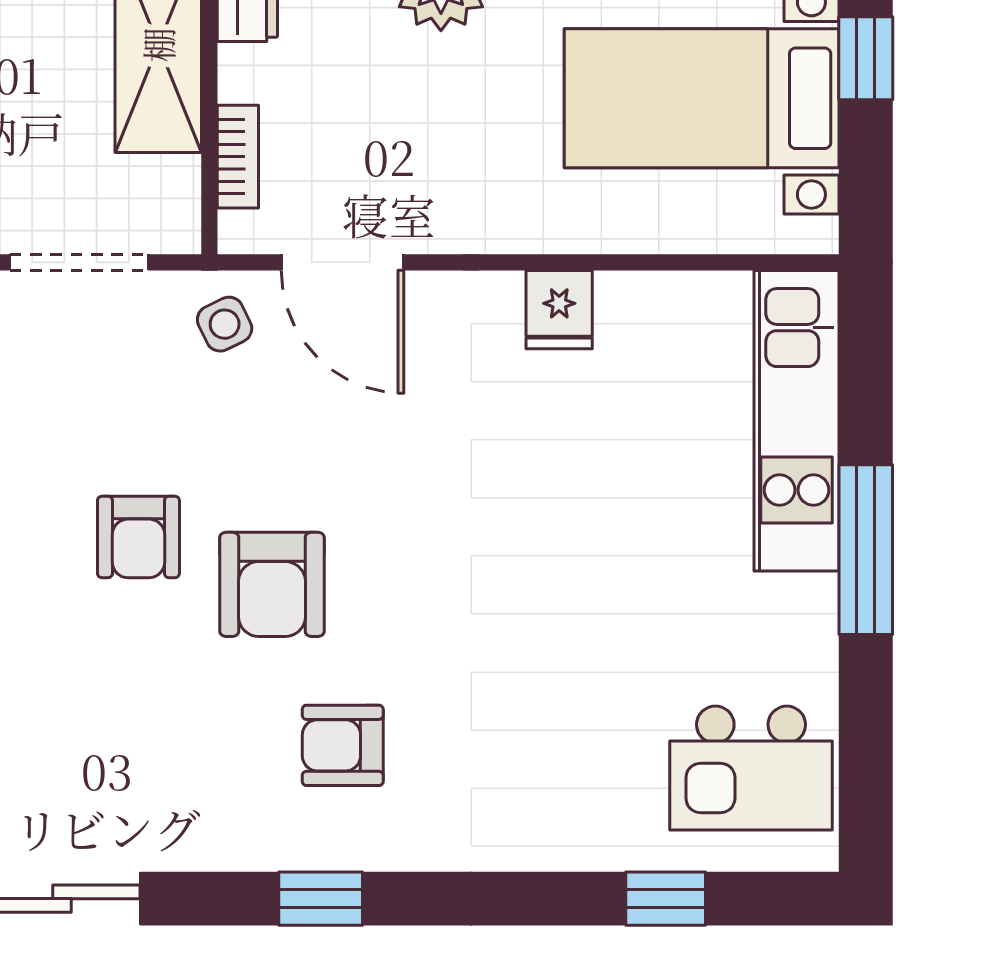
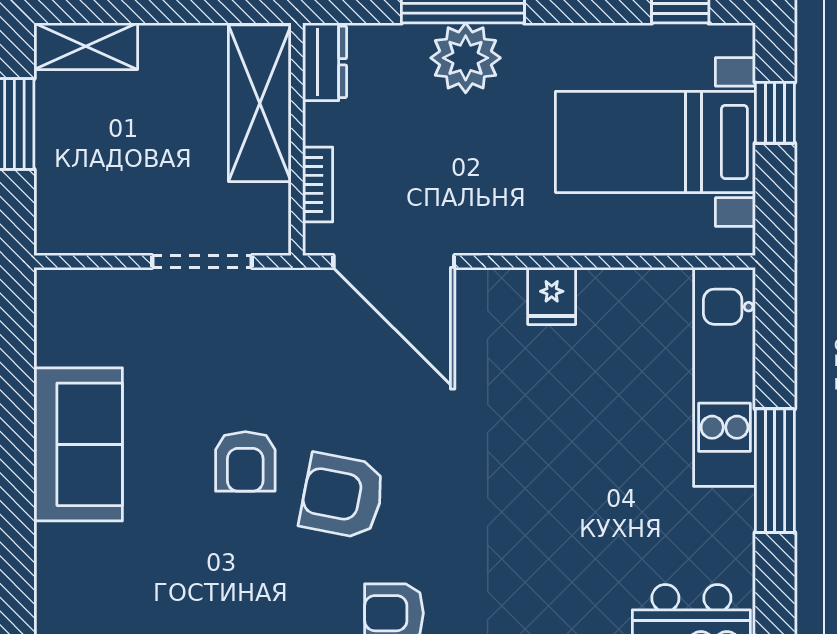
door: (342, 262) -> (394, 261), width x1.36
side table: (225, 324) -> (308, 306), removed
armchair: (272, 584) -> (342, 496), turned 101

